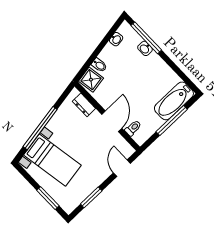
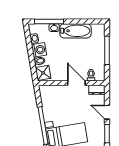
washing machine: (109, 54) -> (39, 50), added
bathtub: (174, 101) -> (76, 31), moved, turned -90
dresser: (84, 105) -> (97, 90), moved
door: (122, 168) -> (107, 112), moved

